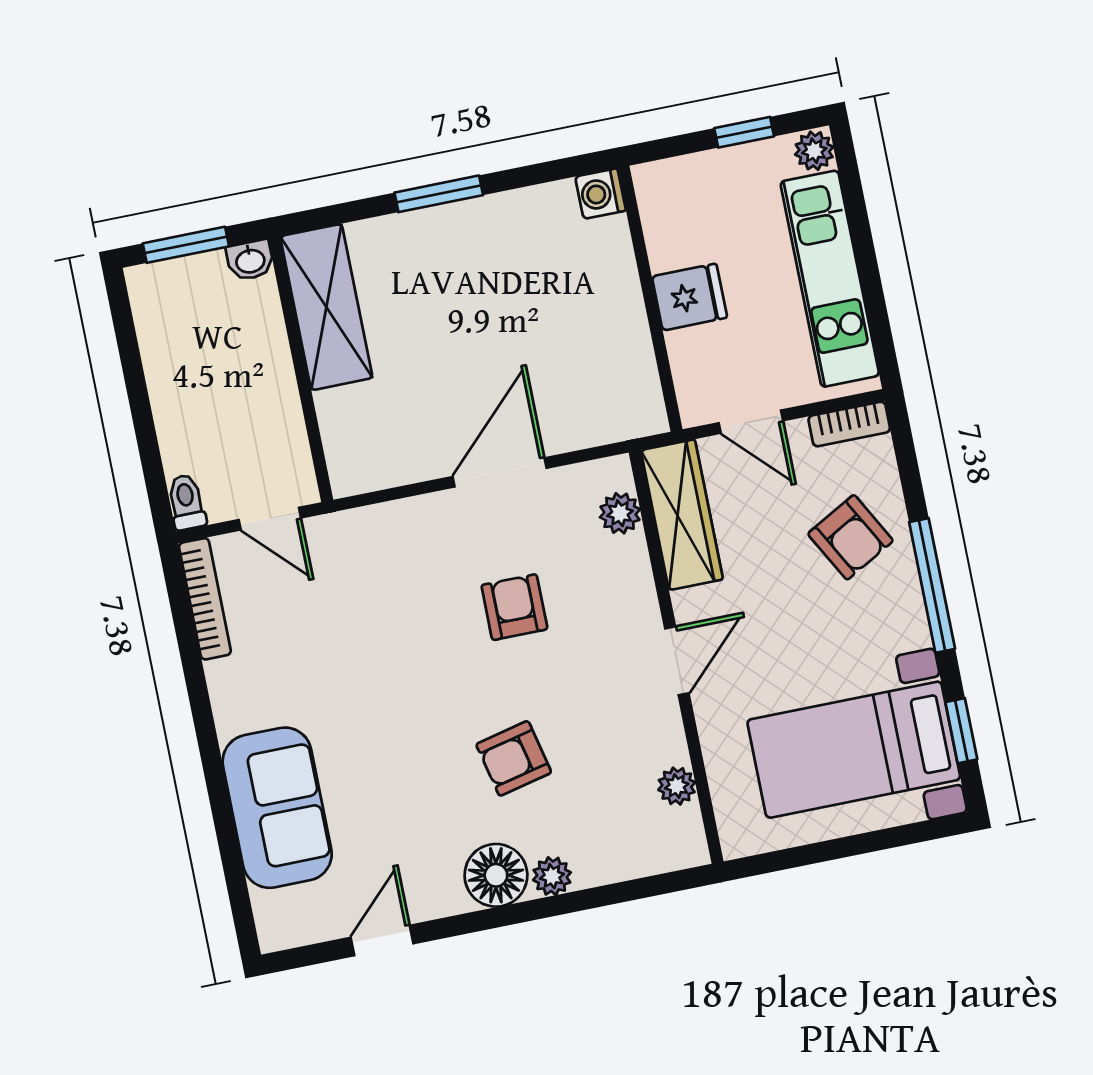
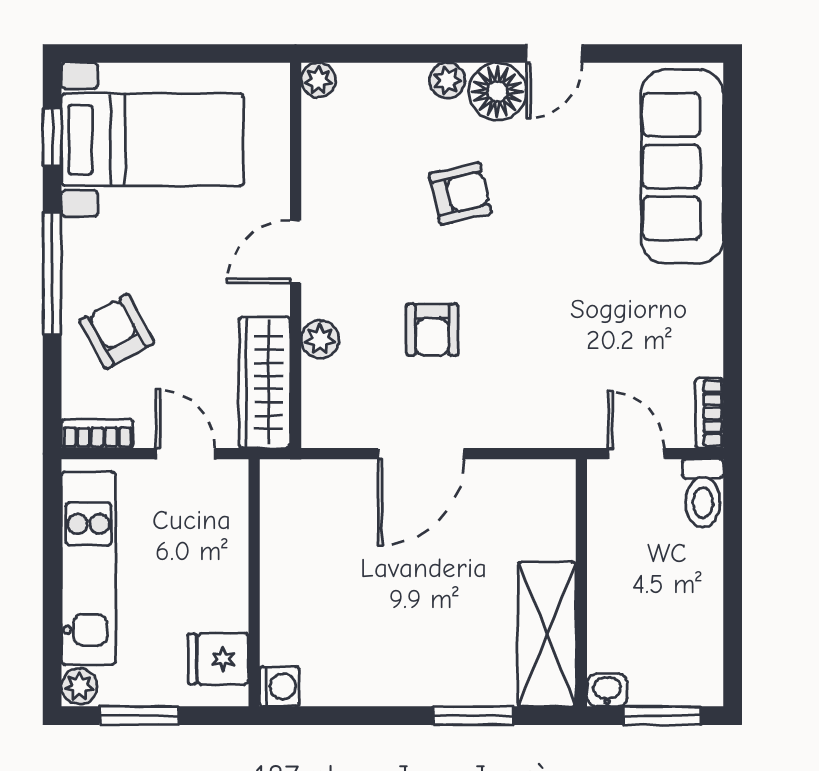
window: (744, 132) -> (139, 716), width x1.50
window: (439, 194) -> (473, 716), moved
fridge: (689, 297) -> (218, 659), moved
toilet: (187, 502) -> (703, 493), width x1.37, depth x1.39
plant: (620, 513) -> (320, 339), moved
bookcase: (205, 599) -> (709, 413), width x0.64
plant: (677, 786) -> (318, 80), moved
sofa: (277, 808) -> (682, 166), width x1.36
door: (382, 940) -> (554, 53), moved

